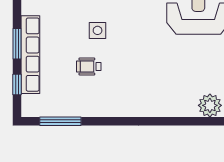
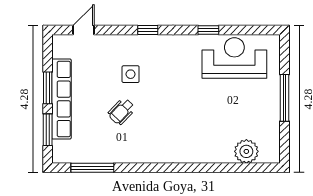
wheelchair: (89, 67) -> (122, 111), turned -46
window: (17, 84) -> (48, 130), width x1.50

